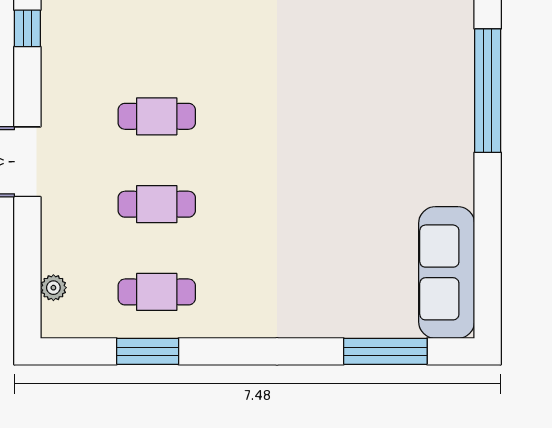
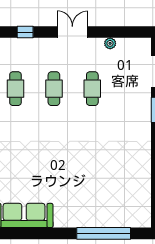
window: (27, 28) -> (25, 32), moved
plant: (53, 288) -> (110, 43), moved

